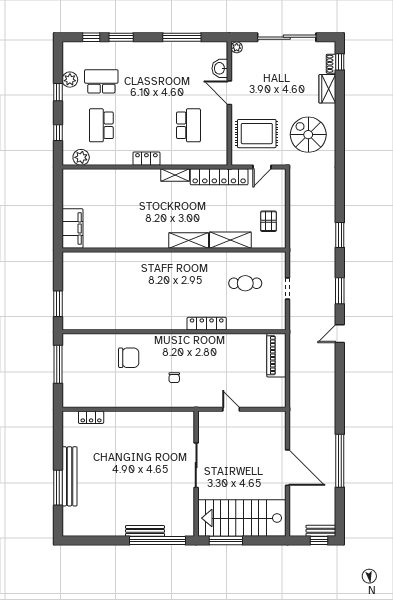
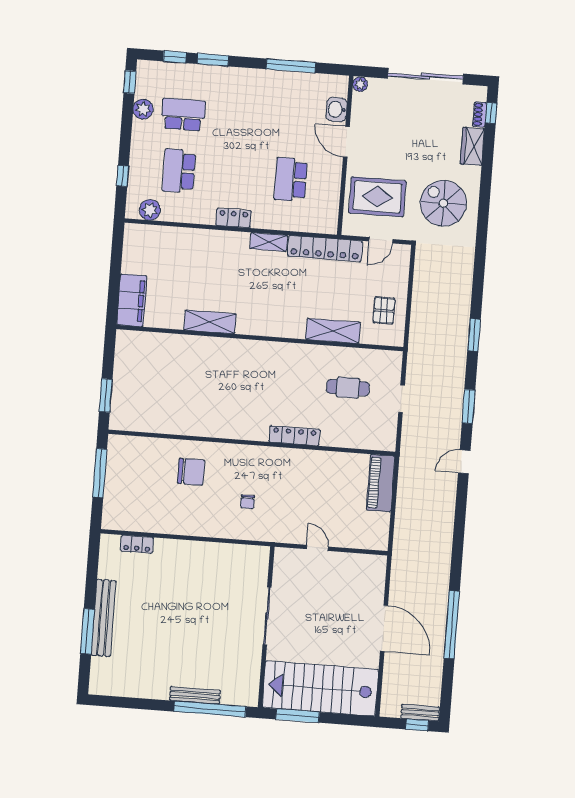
window: (58, 92) -> (130, 82), moved
school desk: (188, 125) -> (291, 179), turned 180
shelving: (189, 241) -> (210, 322), moved

